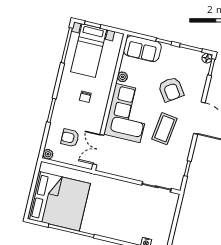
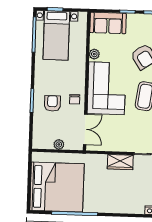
chair: (85, 97) -> (75, 99), moved
armchair: (70, 138) -> (52, 103), moved, turned 90
double door: (98, 150) -> (85, 129), swing flipped
plant: (48, 154) -> (59, 144), moved
wardrobe: (127, 189) -> (120, 162), added

